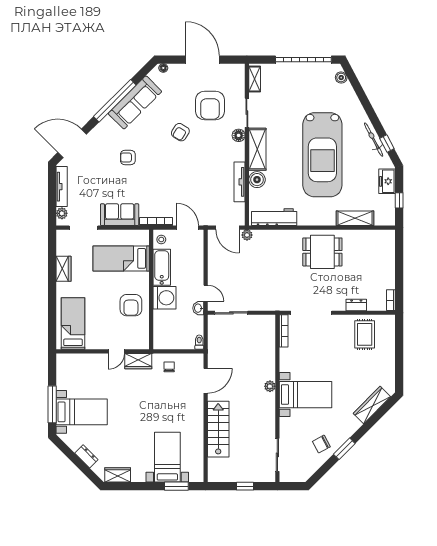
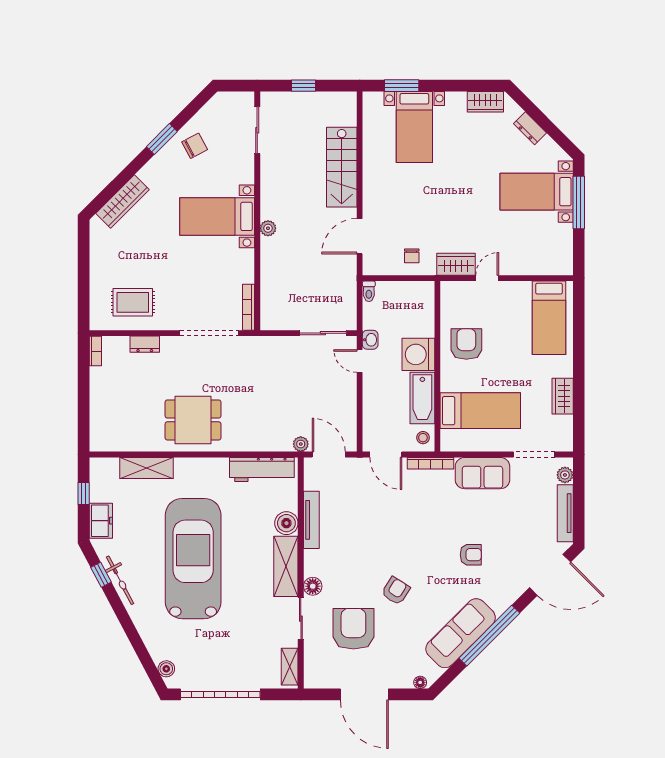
rug: (365, 334) -> (133, 302), turned 90

